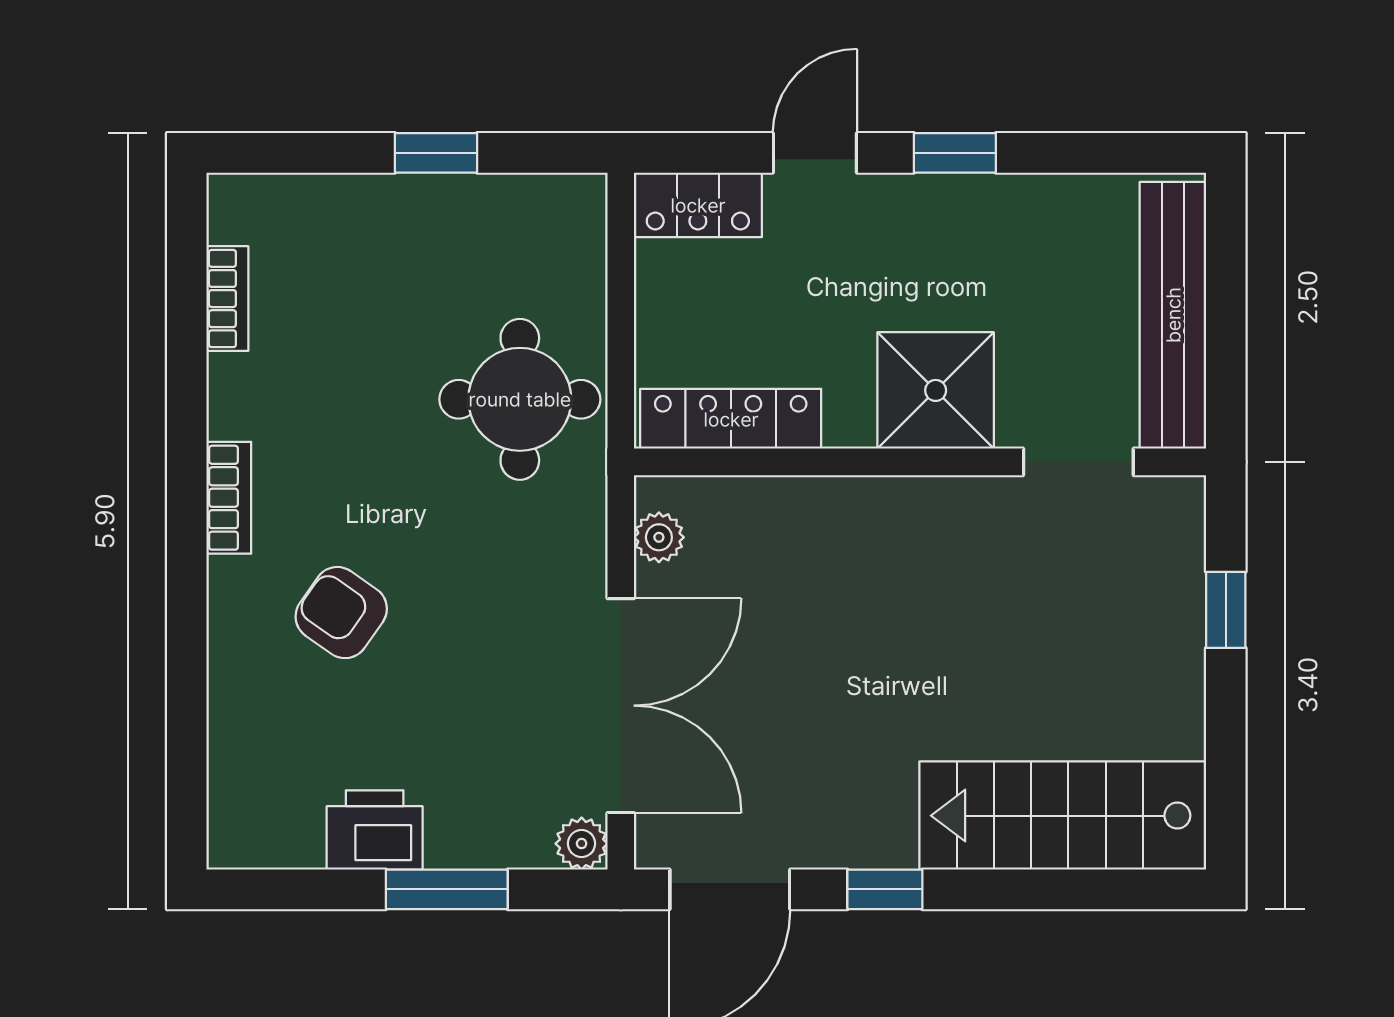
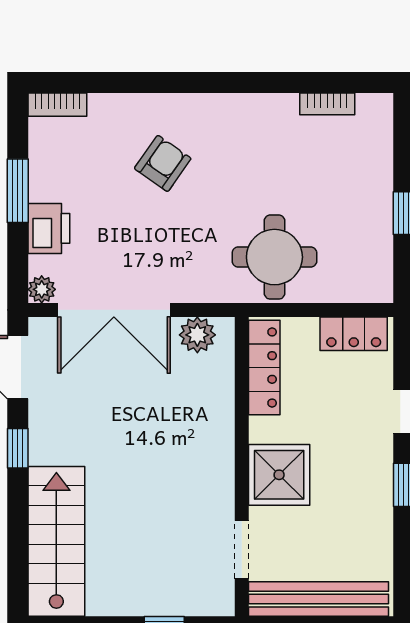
locker: (698, 205) -> (354, 334), moved, turned -90
bookcase: (229, 498) -> (57, 105), moved
plant: (659, 537) -> (197, 335), width x1.38, depth x1.38
printer: (375, 830) -> (49, 228), moved
window: (447, 889) -> (18, 191), moved

